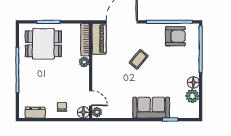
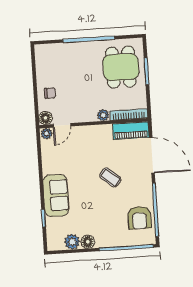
dresser: (35, 113) -> (42, 63), removed

